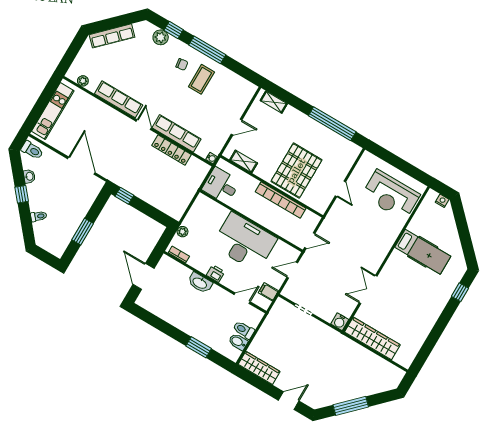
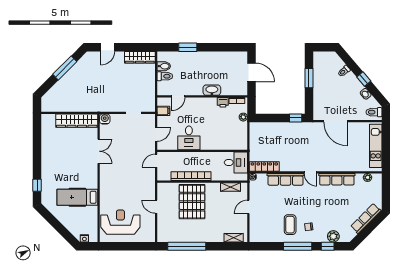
locker: (171, 150) -> (264, 166), moved
desk: (244, 242) -> (189, 138), width x0.53, depth x0.77
printer: (216, 273) -> (223, 102), moved

